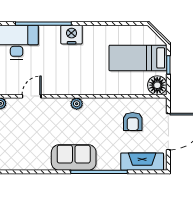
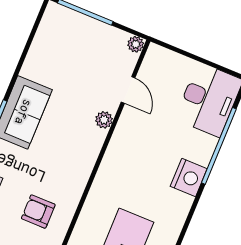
plant: (77, 104) -> (104, 120), moved

